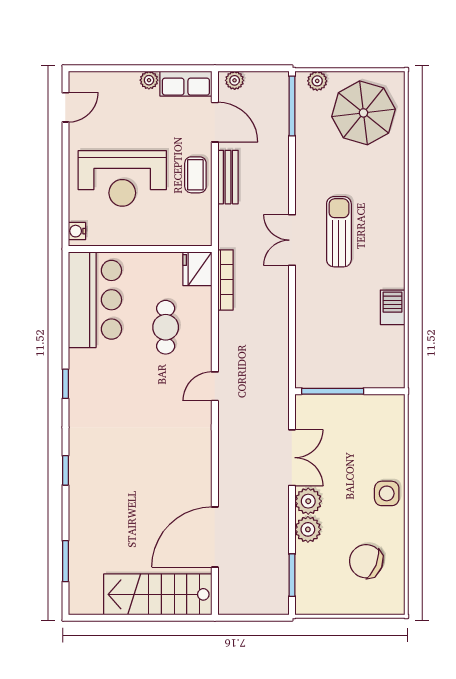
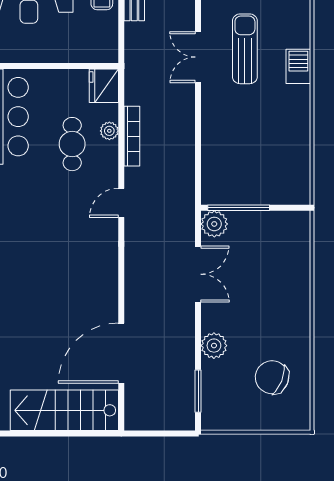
bookcase: (225, 280) -> (132, 136), moved
barbecue: (393, 307) -> (298, 66), moved
plant: (203, 314) -> (109, 131), added
side table: (387, 493) -> (292, 310), removed
plant: (308, 501) -> (214, 224), moved

